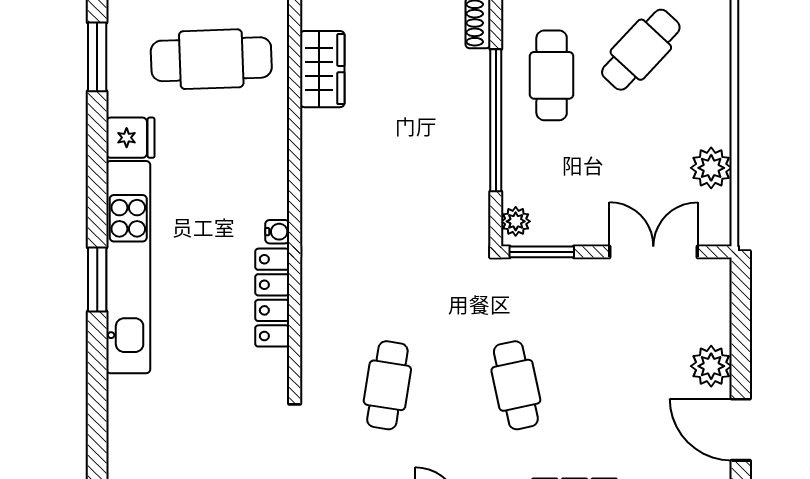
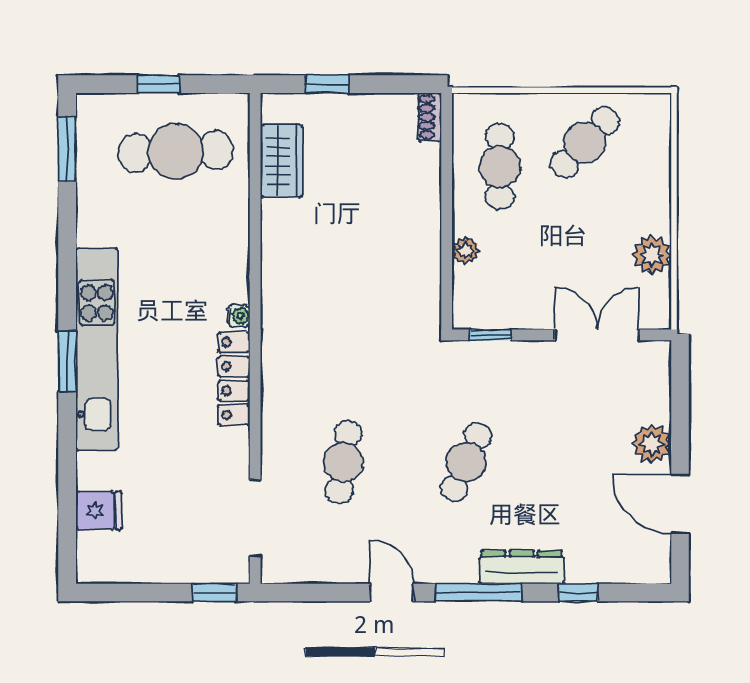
window: (496, 120) -> (447, 210), removed
fridge: (130, 138) -> (99, 511), moved
plant: (516, 221) -> (466, 251), moved
window: (542, 252) -> (491, 335), width x0.67
cafe table: (516, 385) -> (466, 462), turned 36

